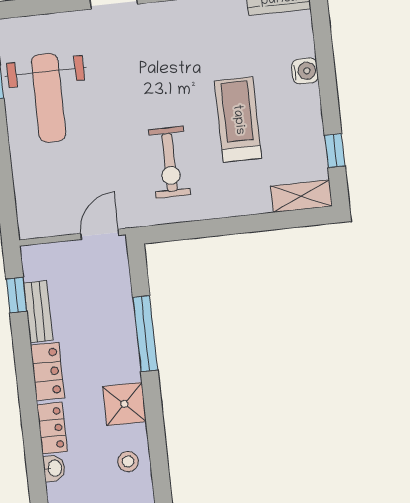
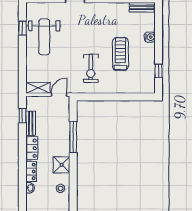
shelving: (301, 196) -> (38, 88), moved

